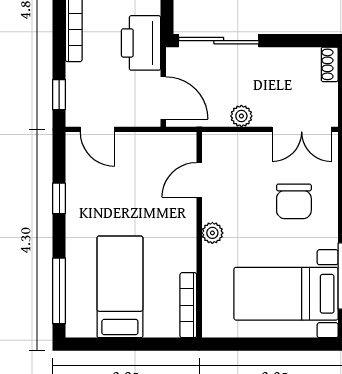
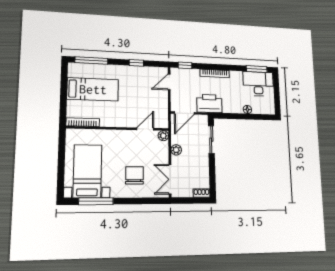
sliding door: (219, 41) -> (211, 140), width x0.73
door: (199, 180) -> (145, 129), hinge flipped
chair: (294, 201) -> (135, 175), turned 90
plant: (212, 233) -> (163, 136), moved

